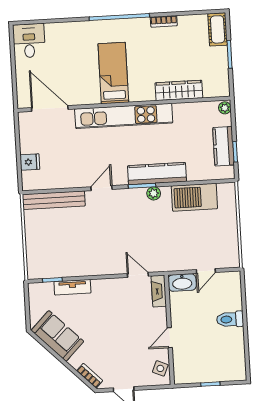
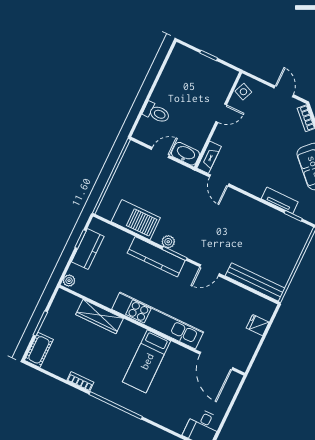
toilet: (230, 319) -> (157, 113), moved

